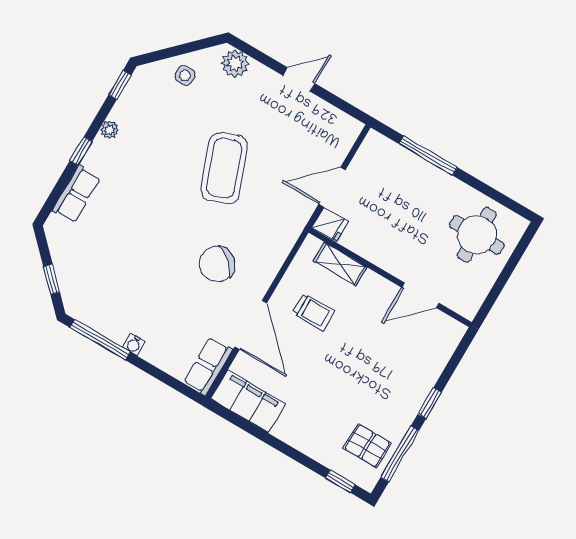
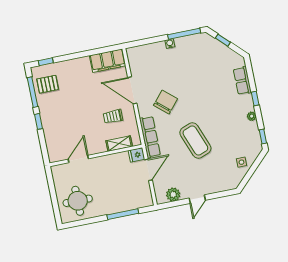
plant: (235, 63) -> (173, 194), moved
row of seats: (208, 366) -> (150, 137), moved, width x1.48

